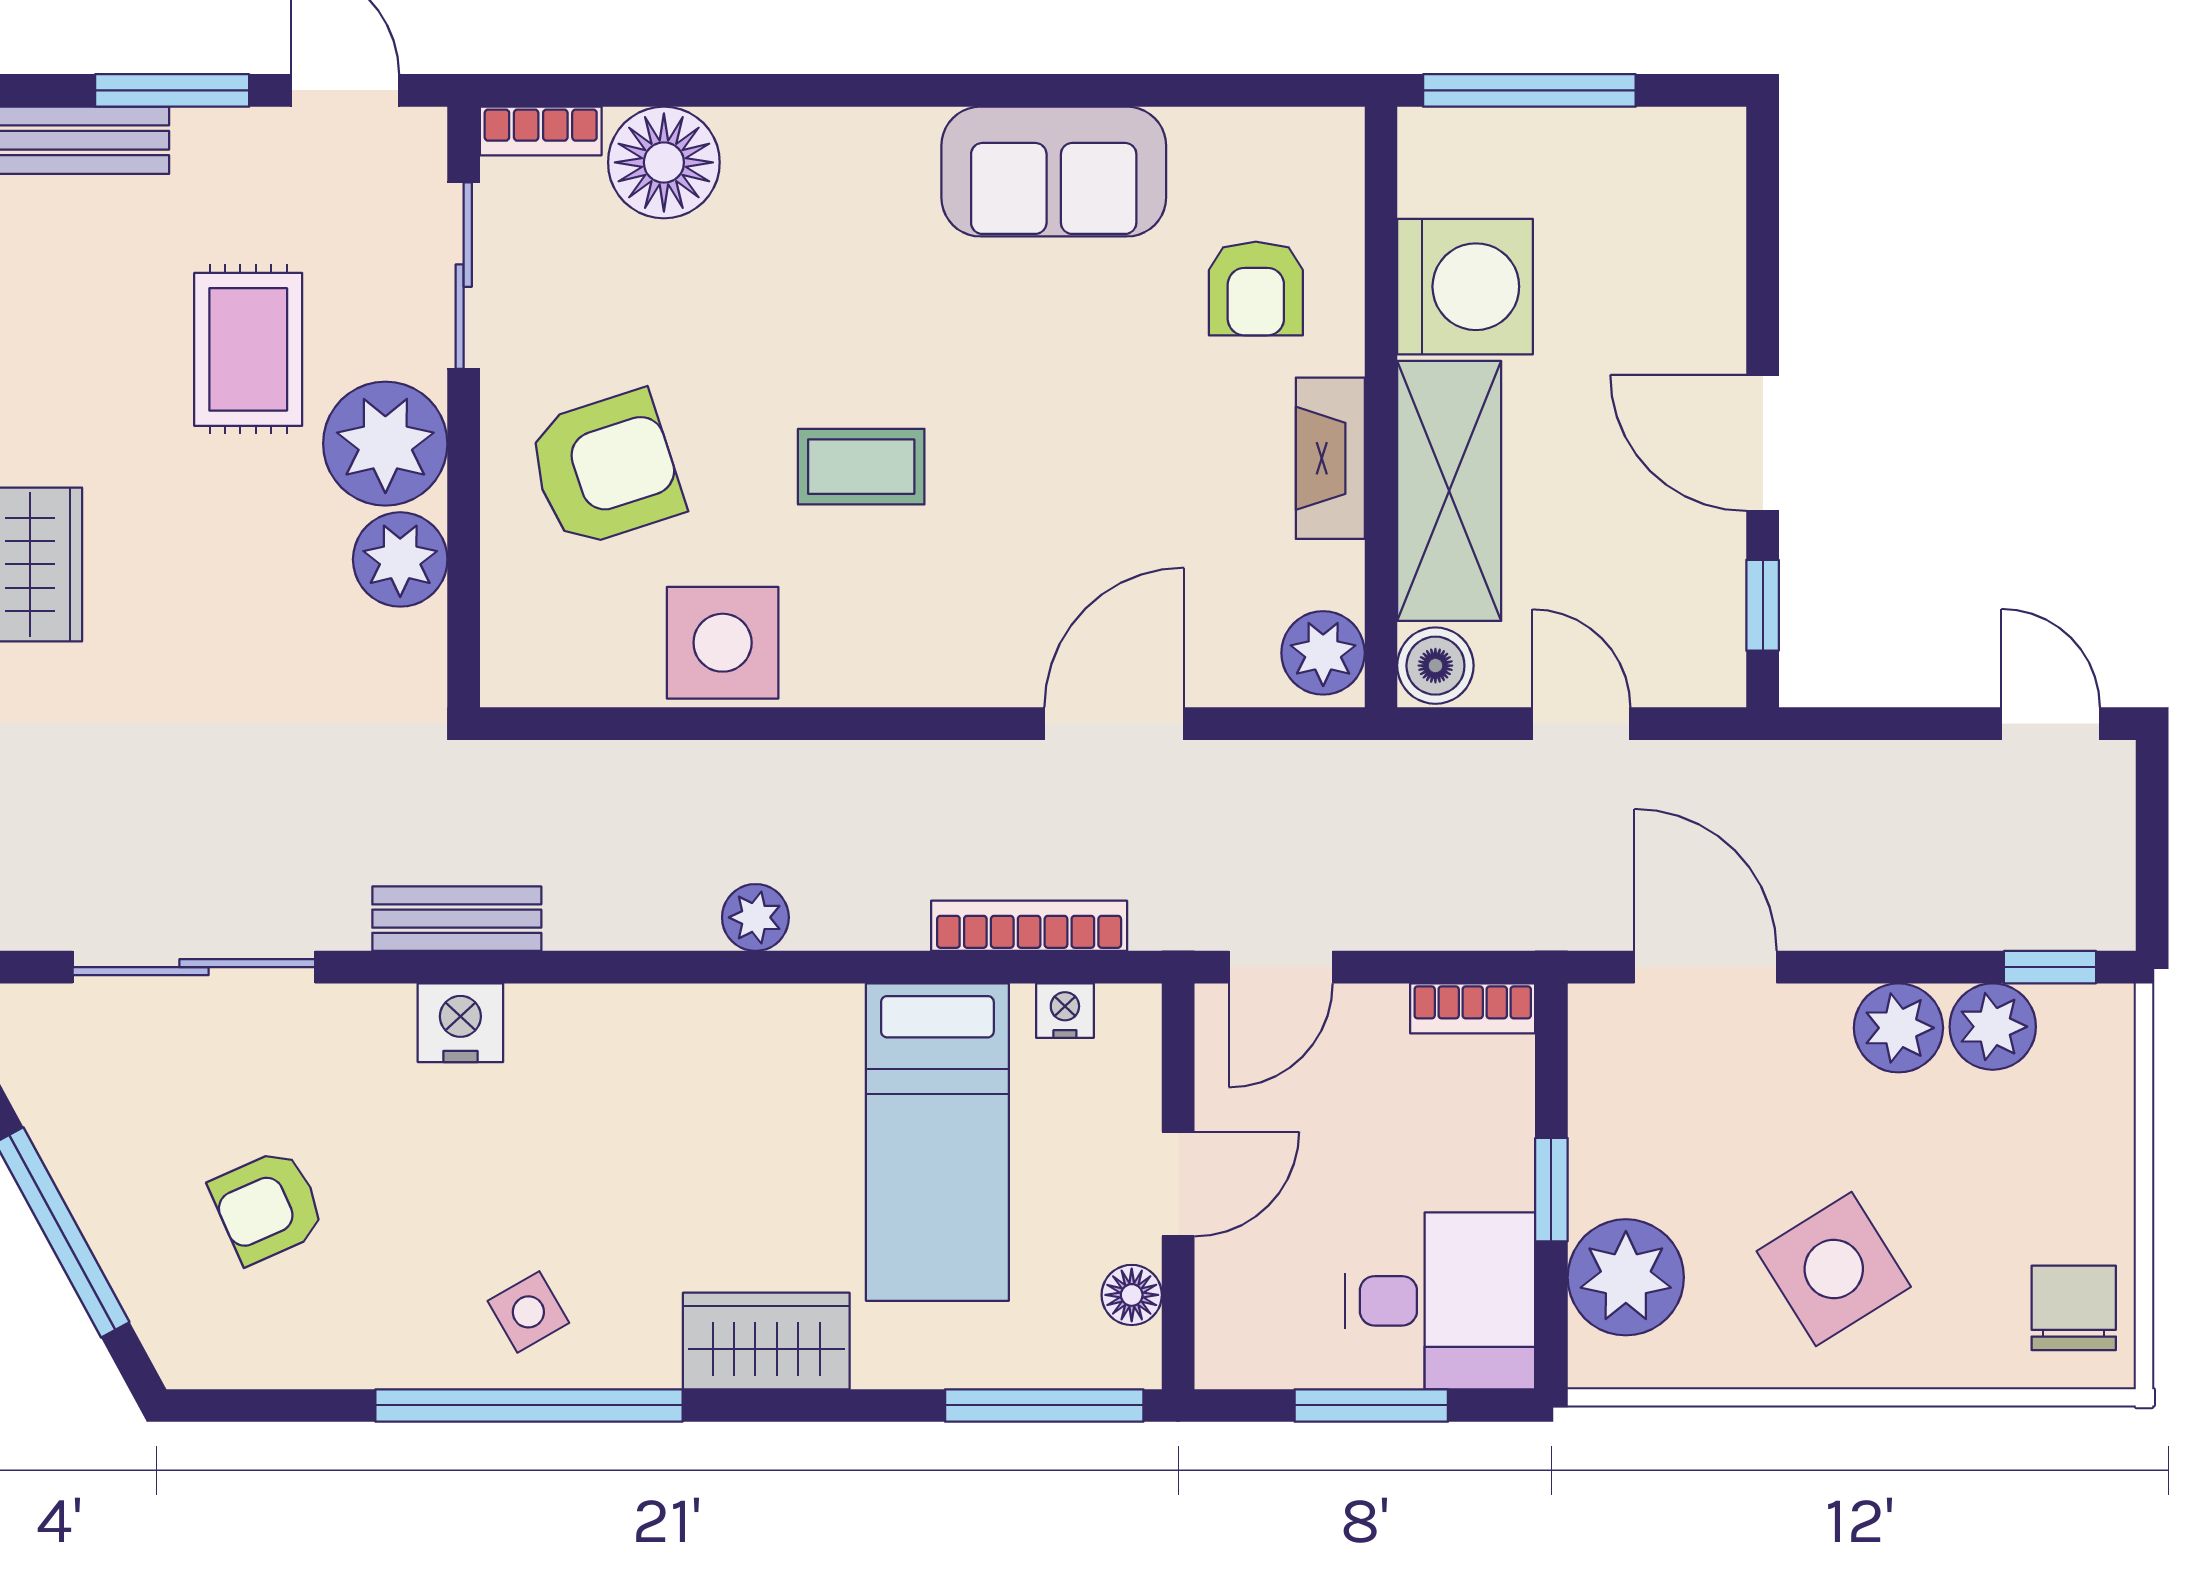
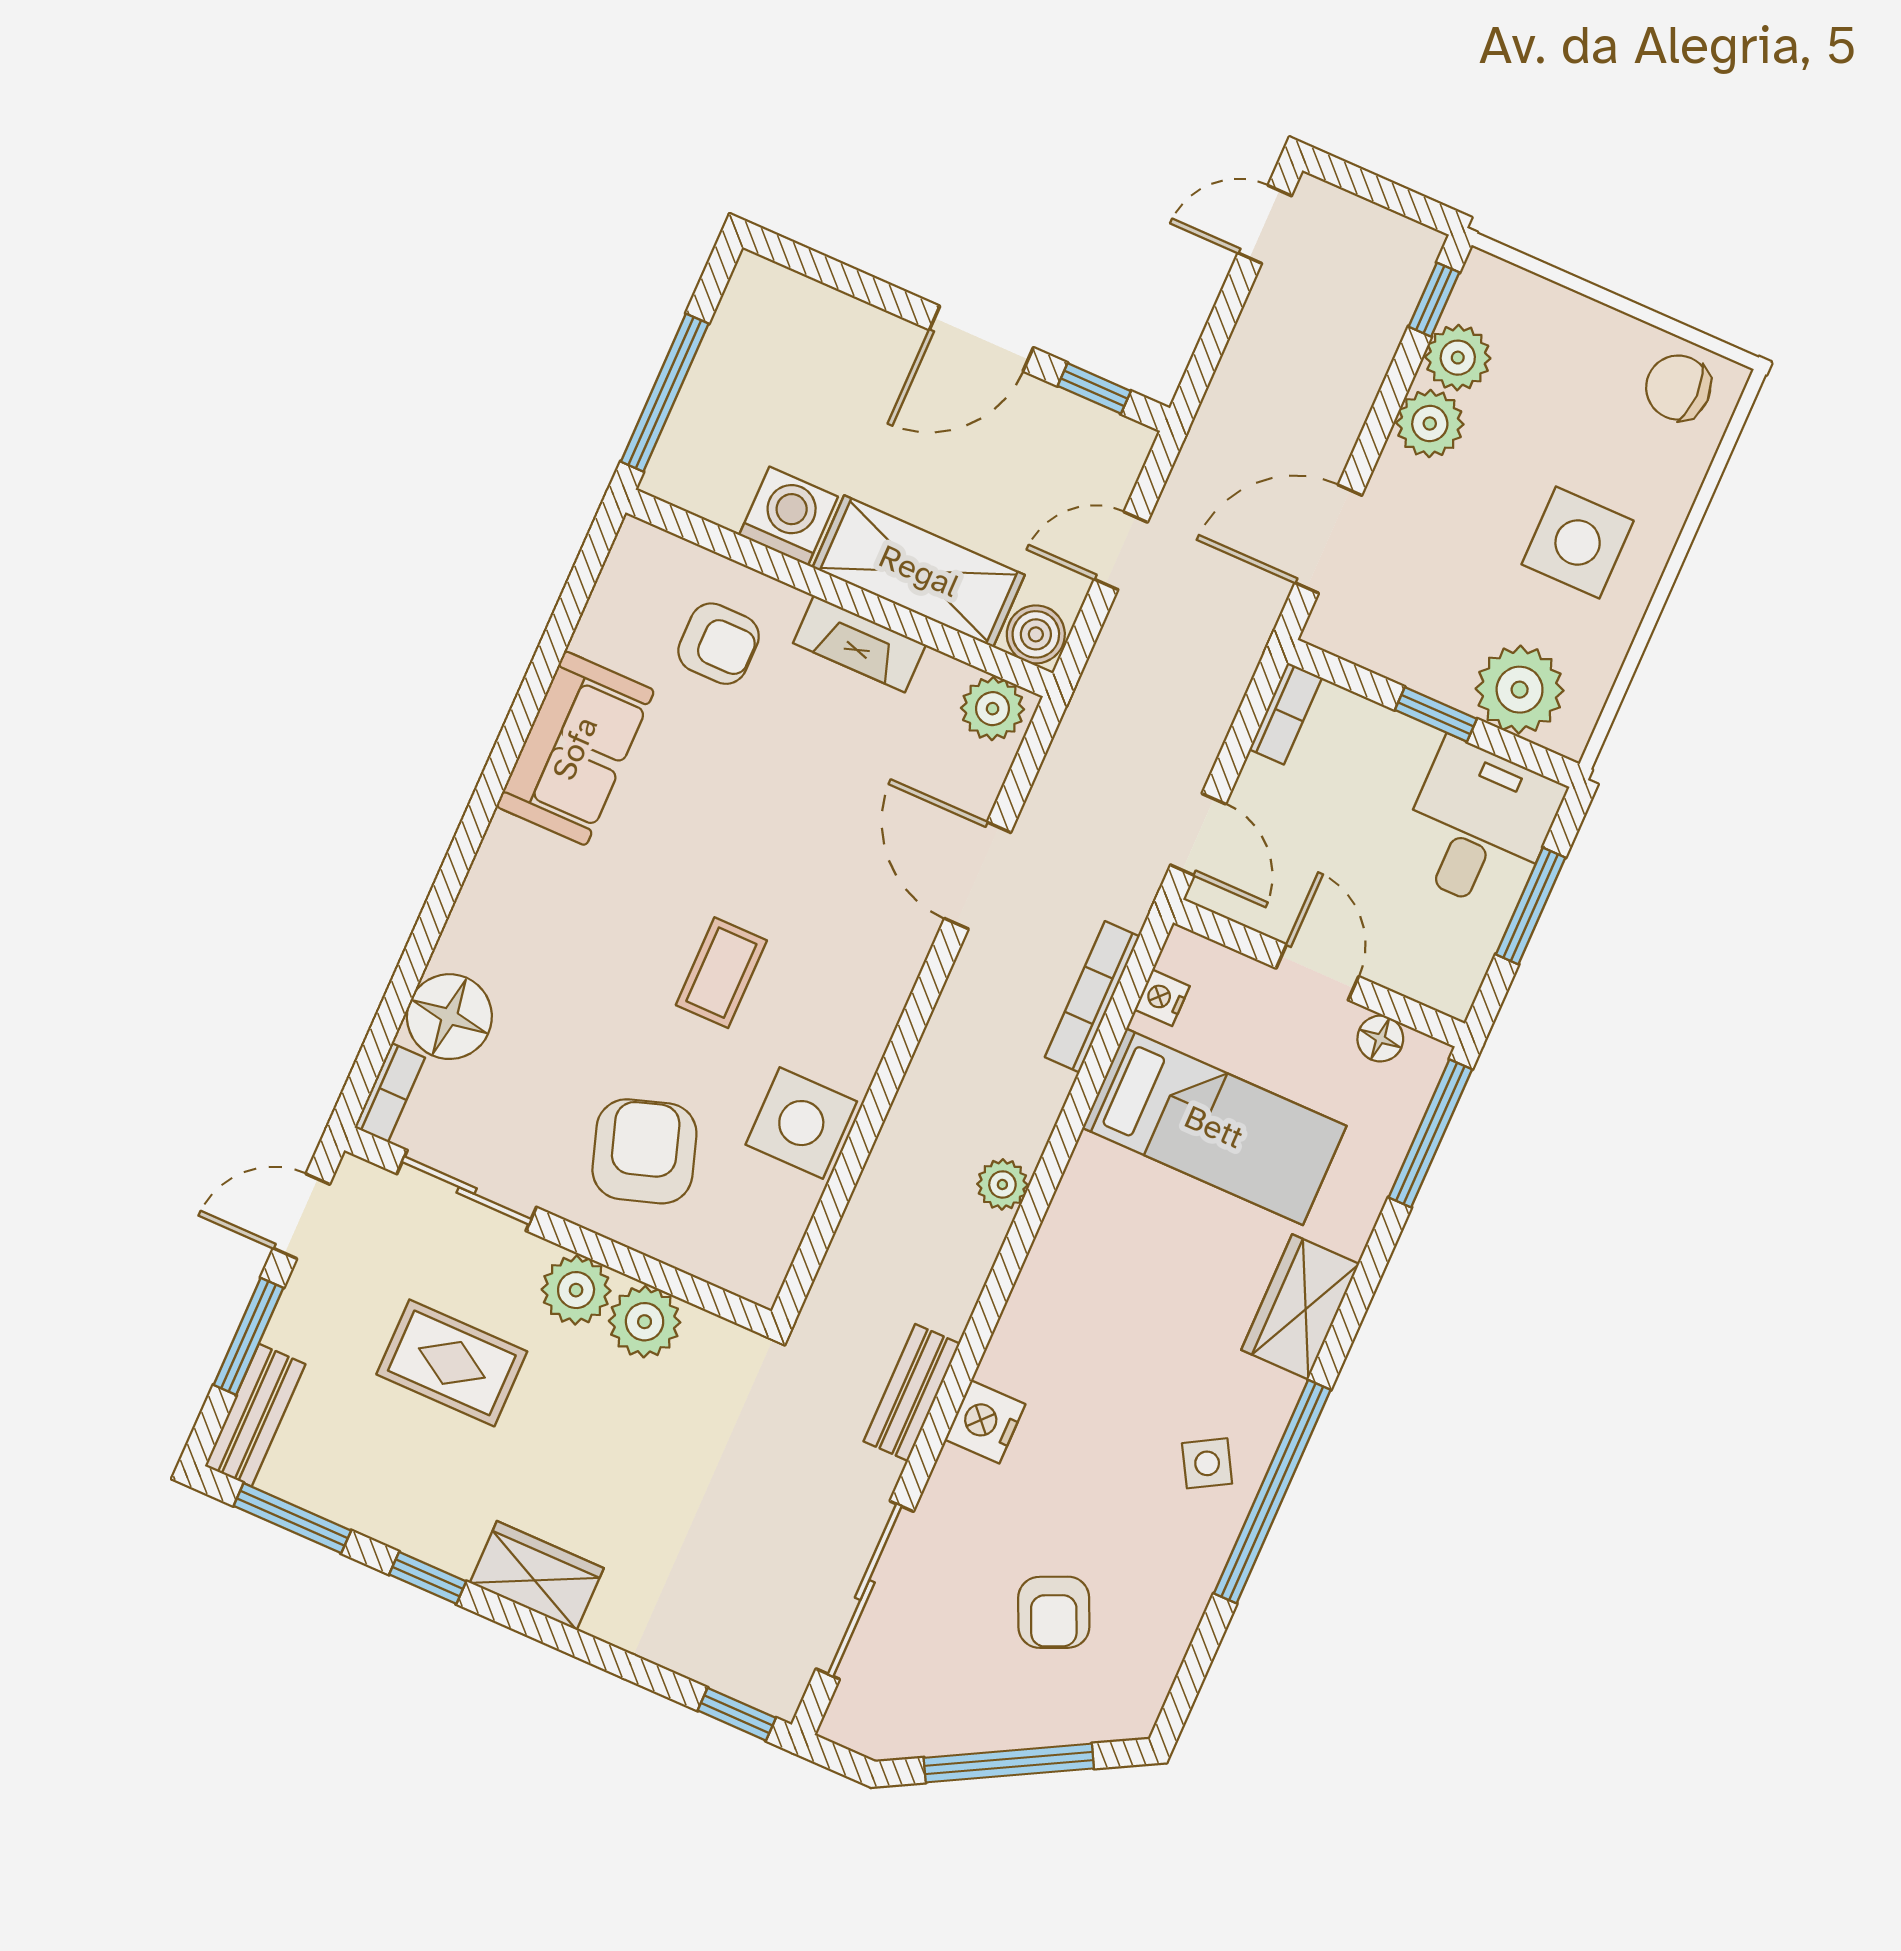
washing machine: (1465, 287) -> (789, 516), width x0.73, depth x0.73
plant: (385, 444) -> (576, 1290), width x0.73, depth x0.73
side table: (1834, 1269) -> (1578, 542), turned 32

